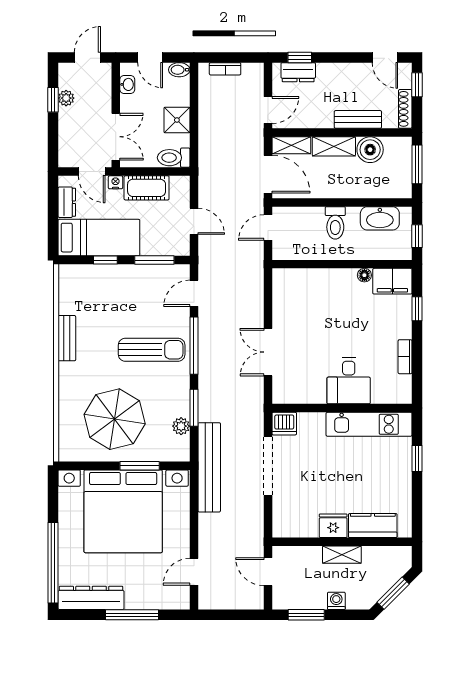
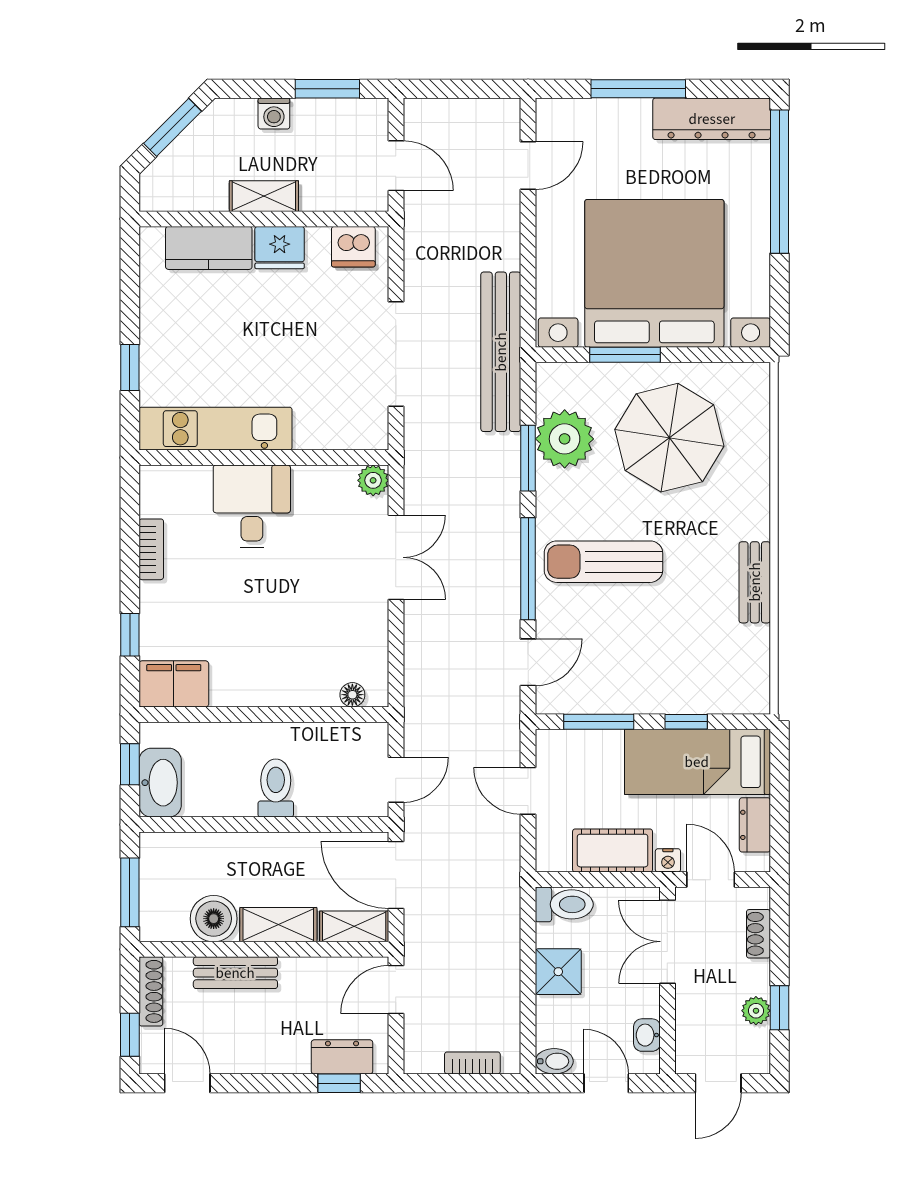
shoe rack: (65, 141) -> (758, 934), added
washbasin: (380, 218) -> (160, 783), moved, turned 90
floor lamp: (364, 275) -> (352, 695), moved
plant: (281, 395) -> (373, 480), added
dishwasher: (284, 424) -> (353, 247), moved, turned 180
plant: (181, 426) -> (565, 439), width x1.87, depth x1.87

